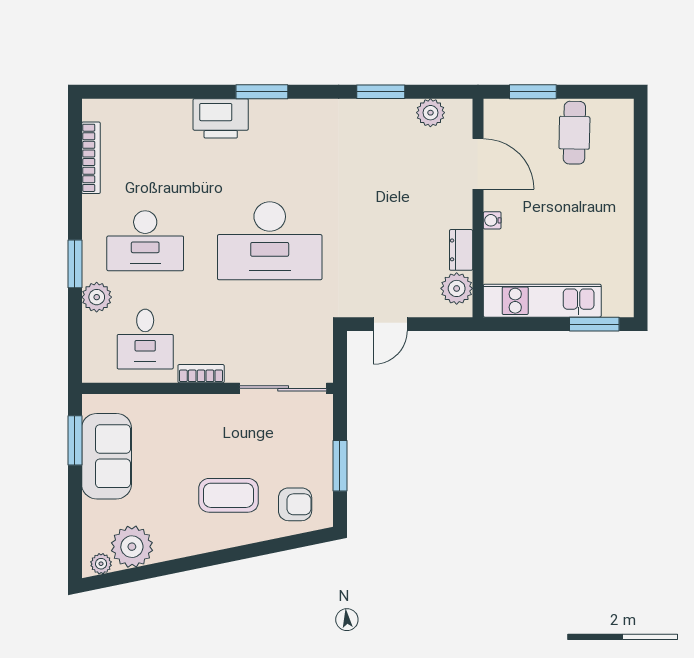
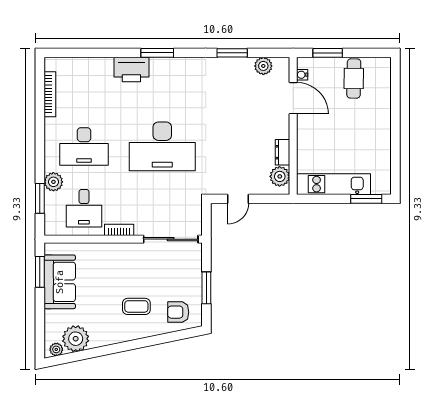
water cooler: (492, 220) -> (302, 75), moved
window: (75, 264) -> (40, 198), moved
coffee table: (229, 495) -> (136, 306), width x0.73, depth x0.77
armchair: (295, 504) -> (178, 312), turned 180

